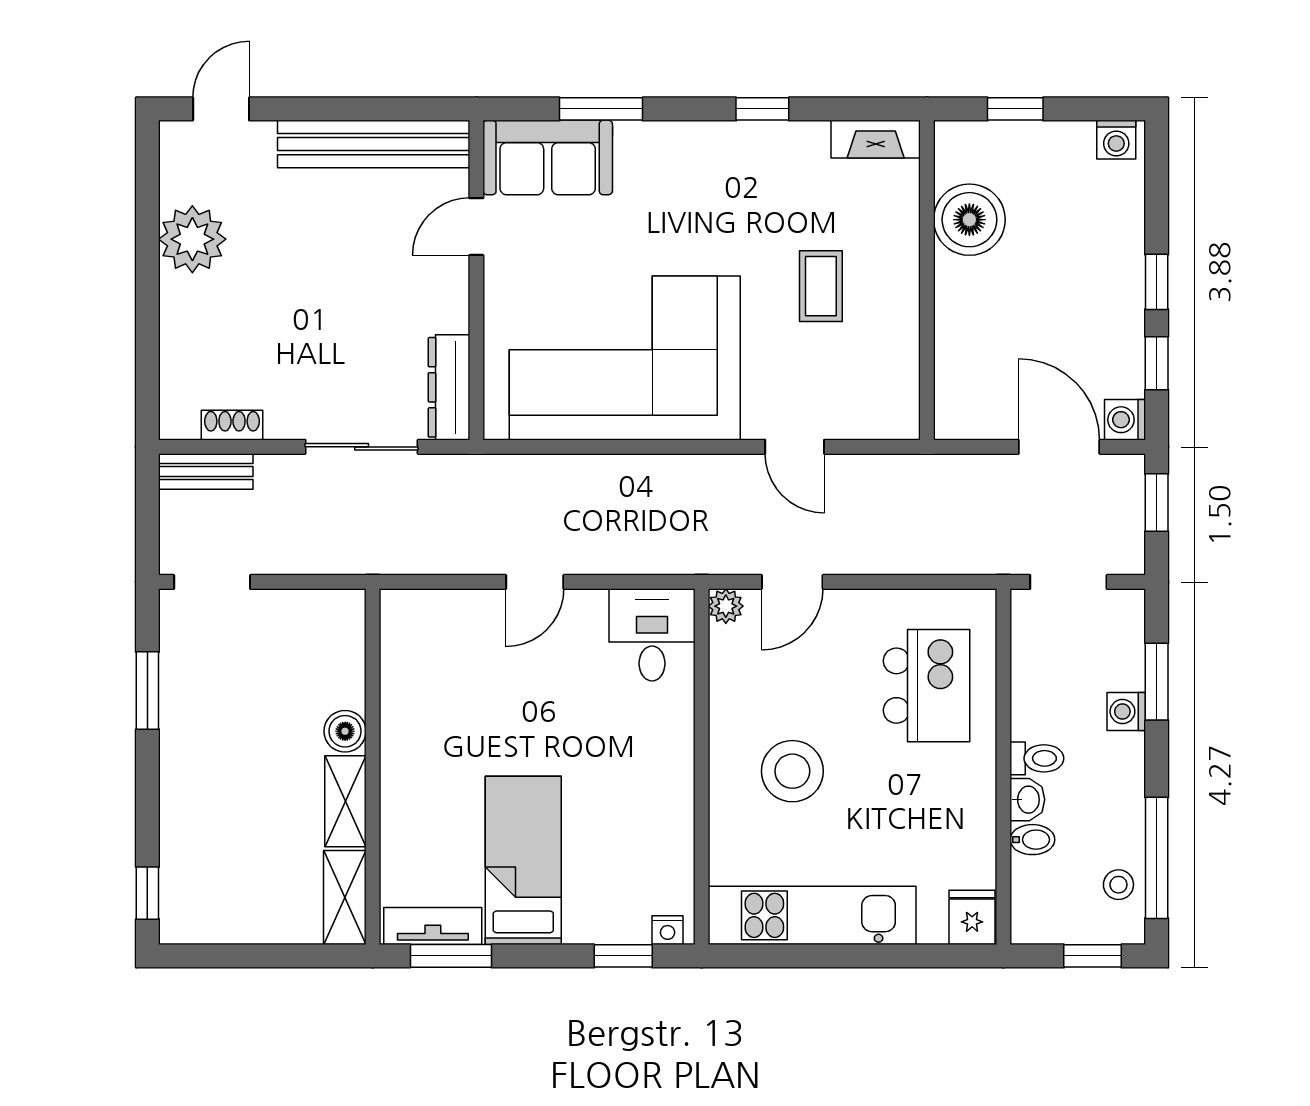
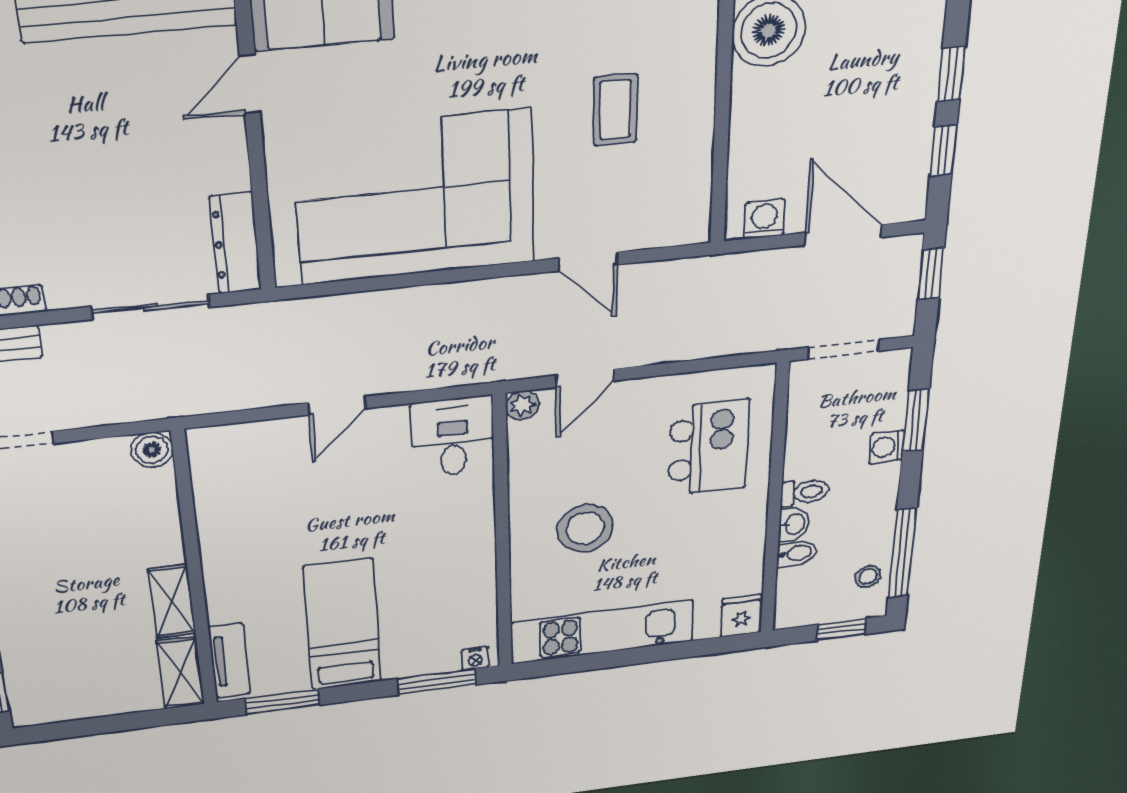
washing machine: (1125, 420) -> (765, 219), moved, turned 90
boiler: (345, 731) -> (152, 450), moved
tv unit: (433, 926) -> (229, 661), moved, turned 90
window: (623, 956) -> (437, 682), width x1.50

